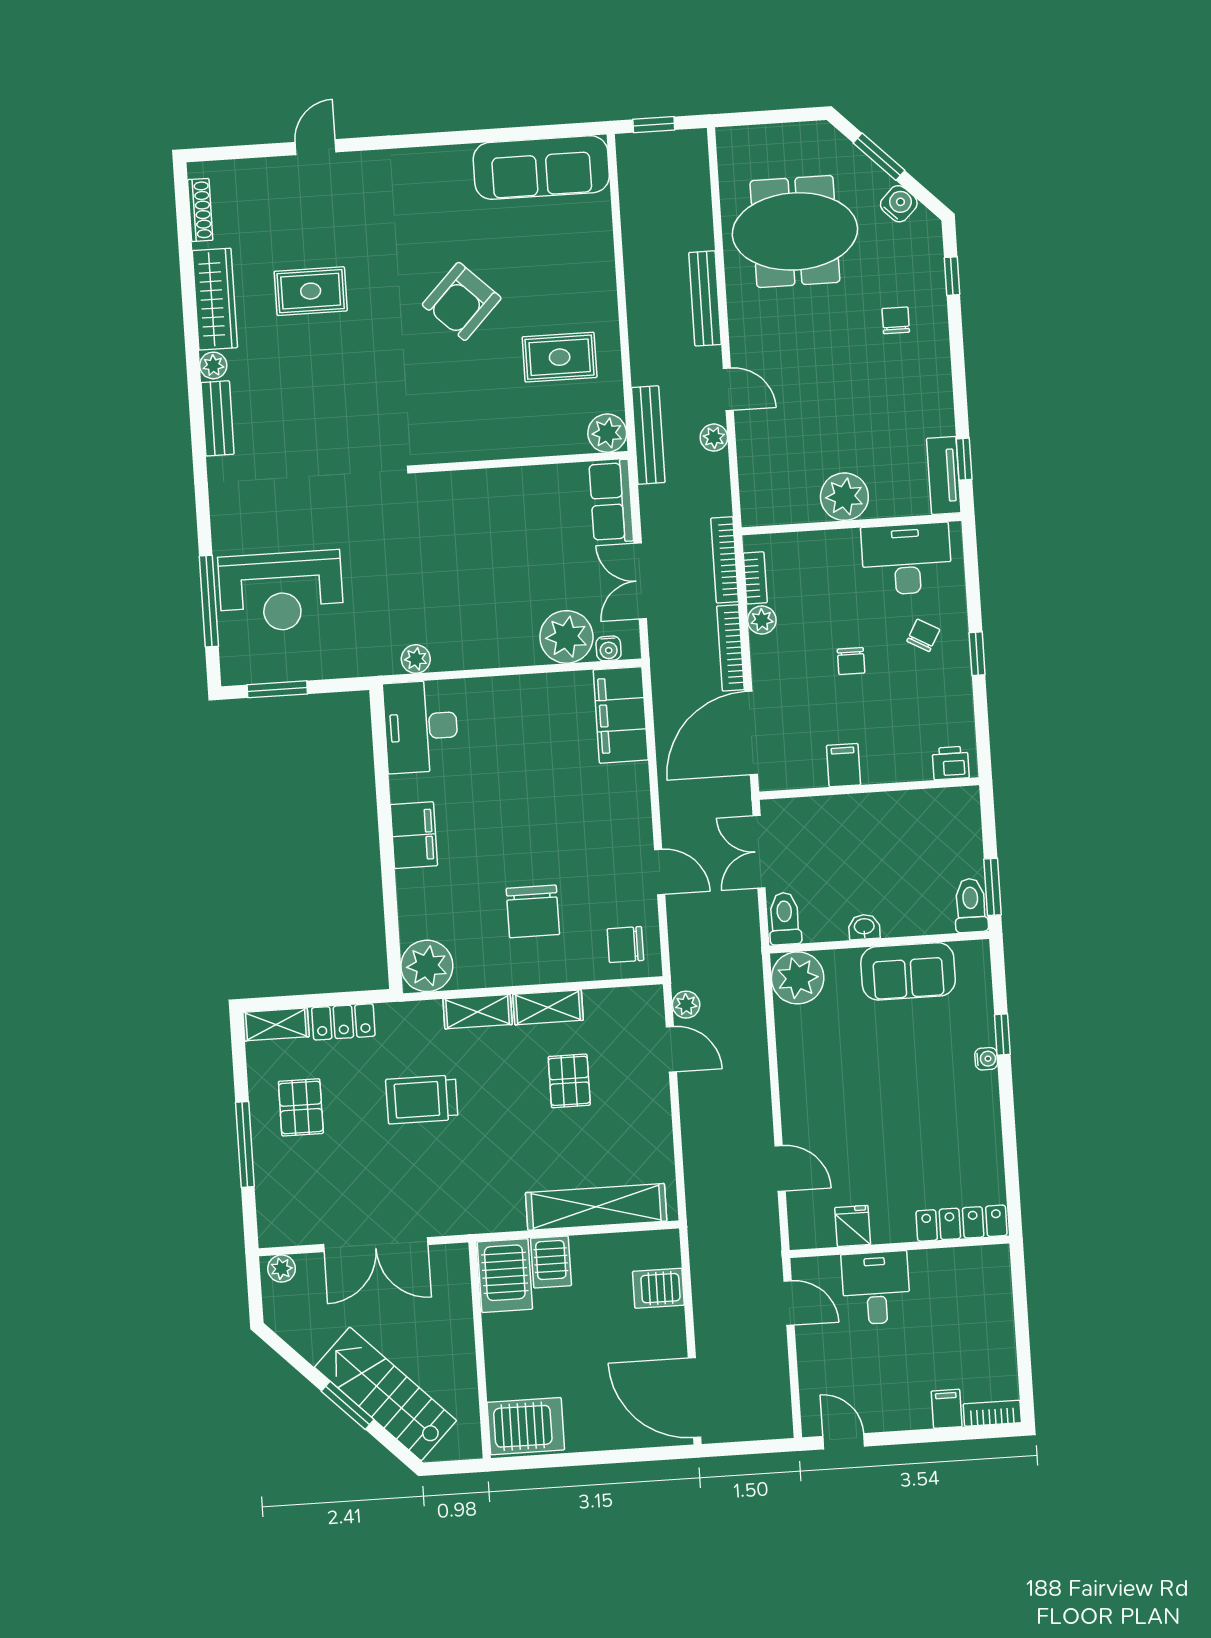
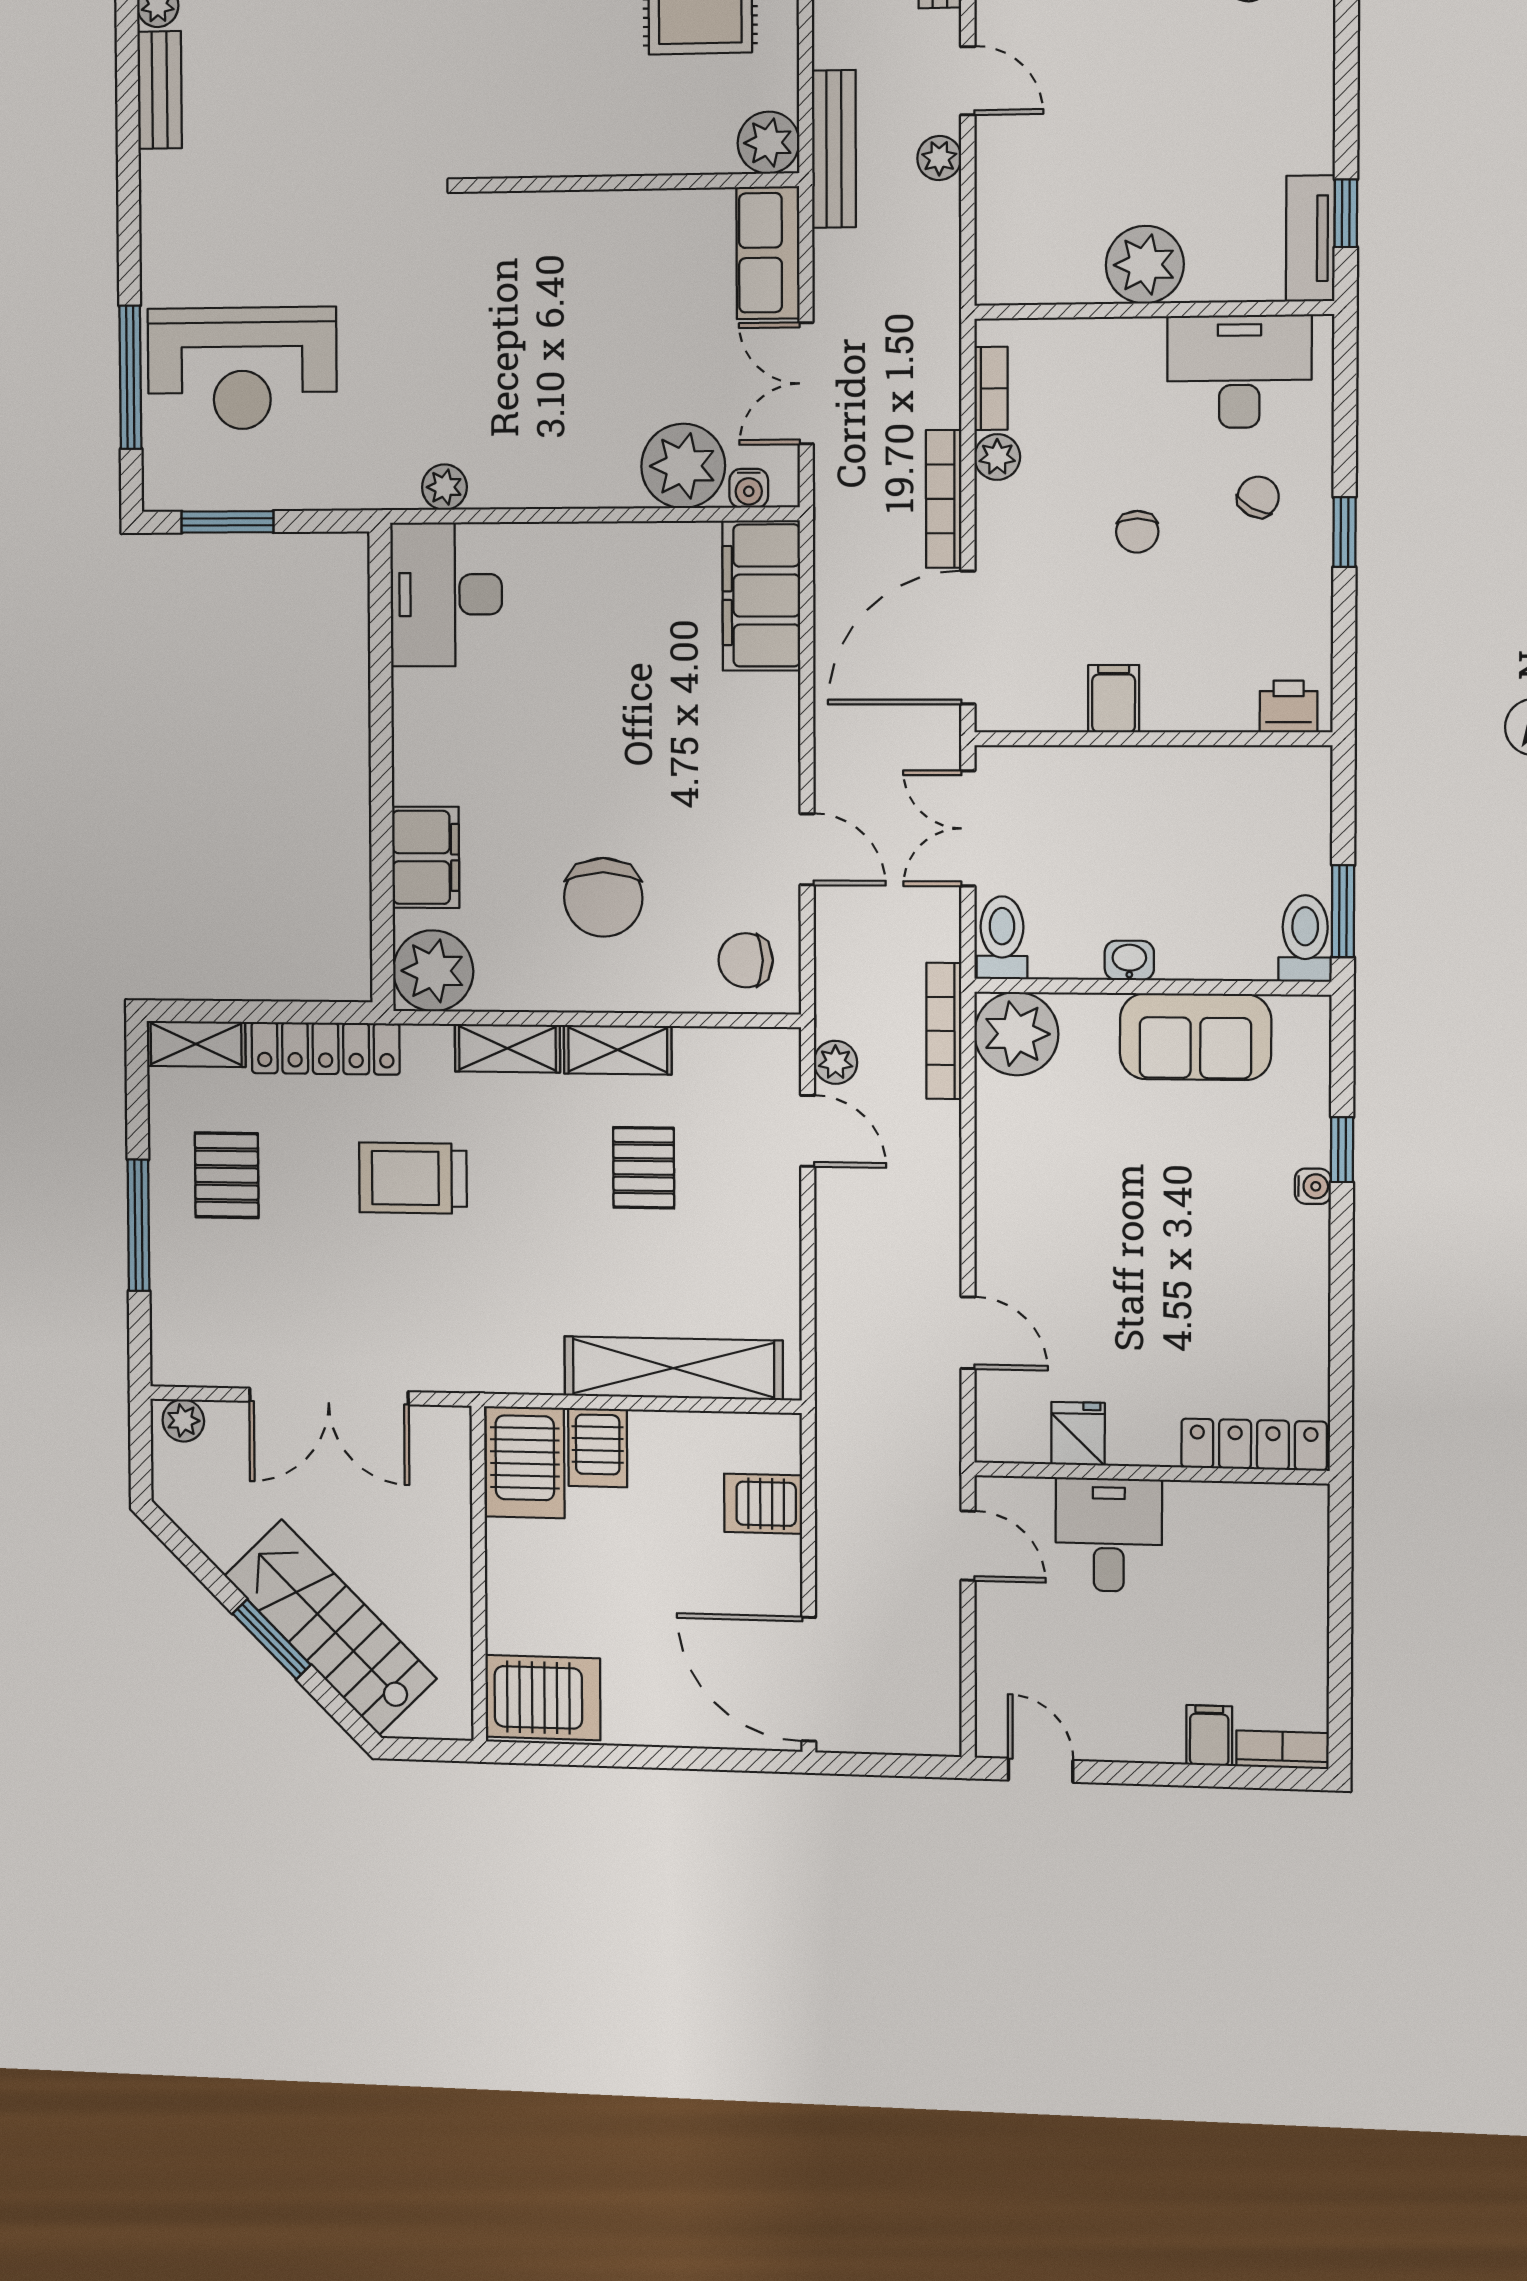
bookcase: (725, 560) -> (944, 1031), moved
filing cabinet: (414, 835) -> (426, 857), moved
locker: (343, 1022) -> (326, 1048), width x1.53

